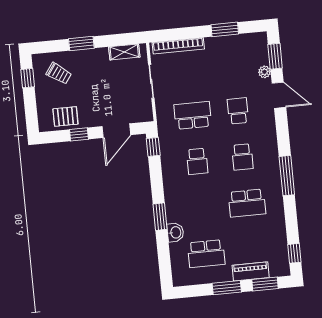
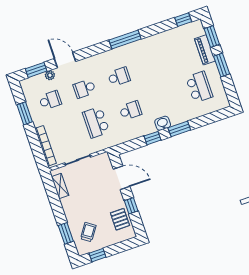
window: (81, 43) -> (66, 233), moved
door: (279, 95) -> (65, 60), hinge flipped
window: (153, 147) -> (152, 138), moved
school desk: (247, 203) -> (50, 100), moved, width x0.54
washbasin: (175, 232) -> (163, 123), moved

